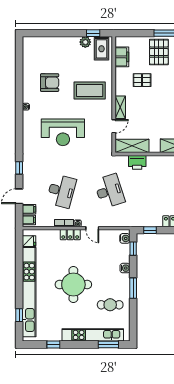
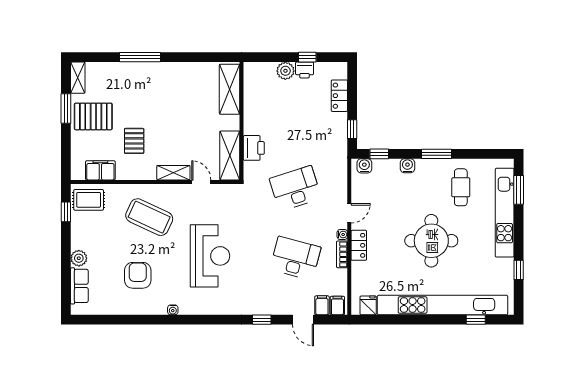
row of seats: (42, 42) -> (79, 286), added
plant: (85, 42) -> (79, 258), moved
coffee table: (90, 90) -> (149, 217), turned -65

